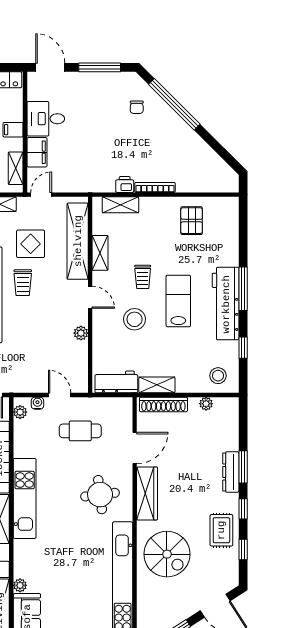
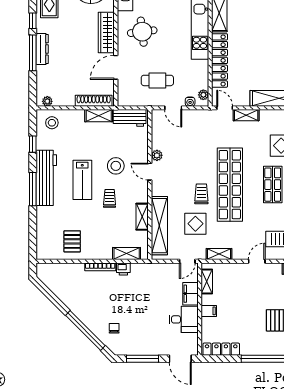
door: (90, 297) -> (150, 172), moved
plant: (206, 404) -> (47, 101), moved
window: (243, 467) -> (33, 53), width x1.44

